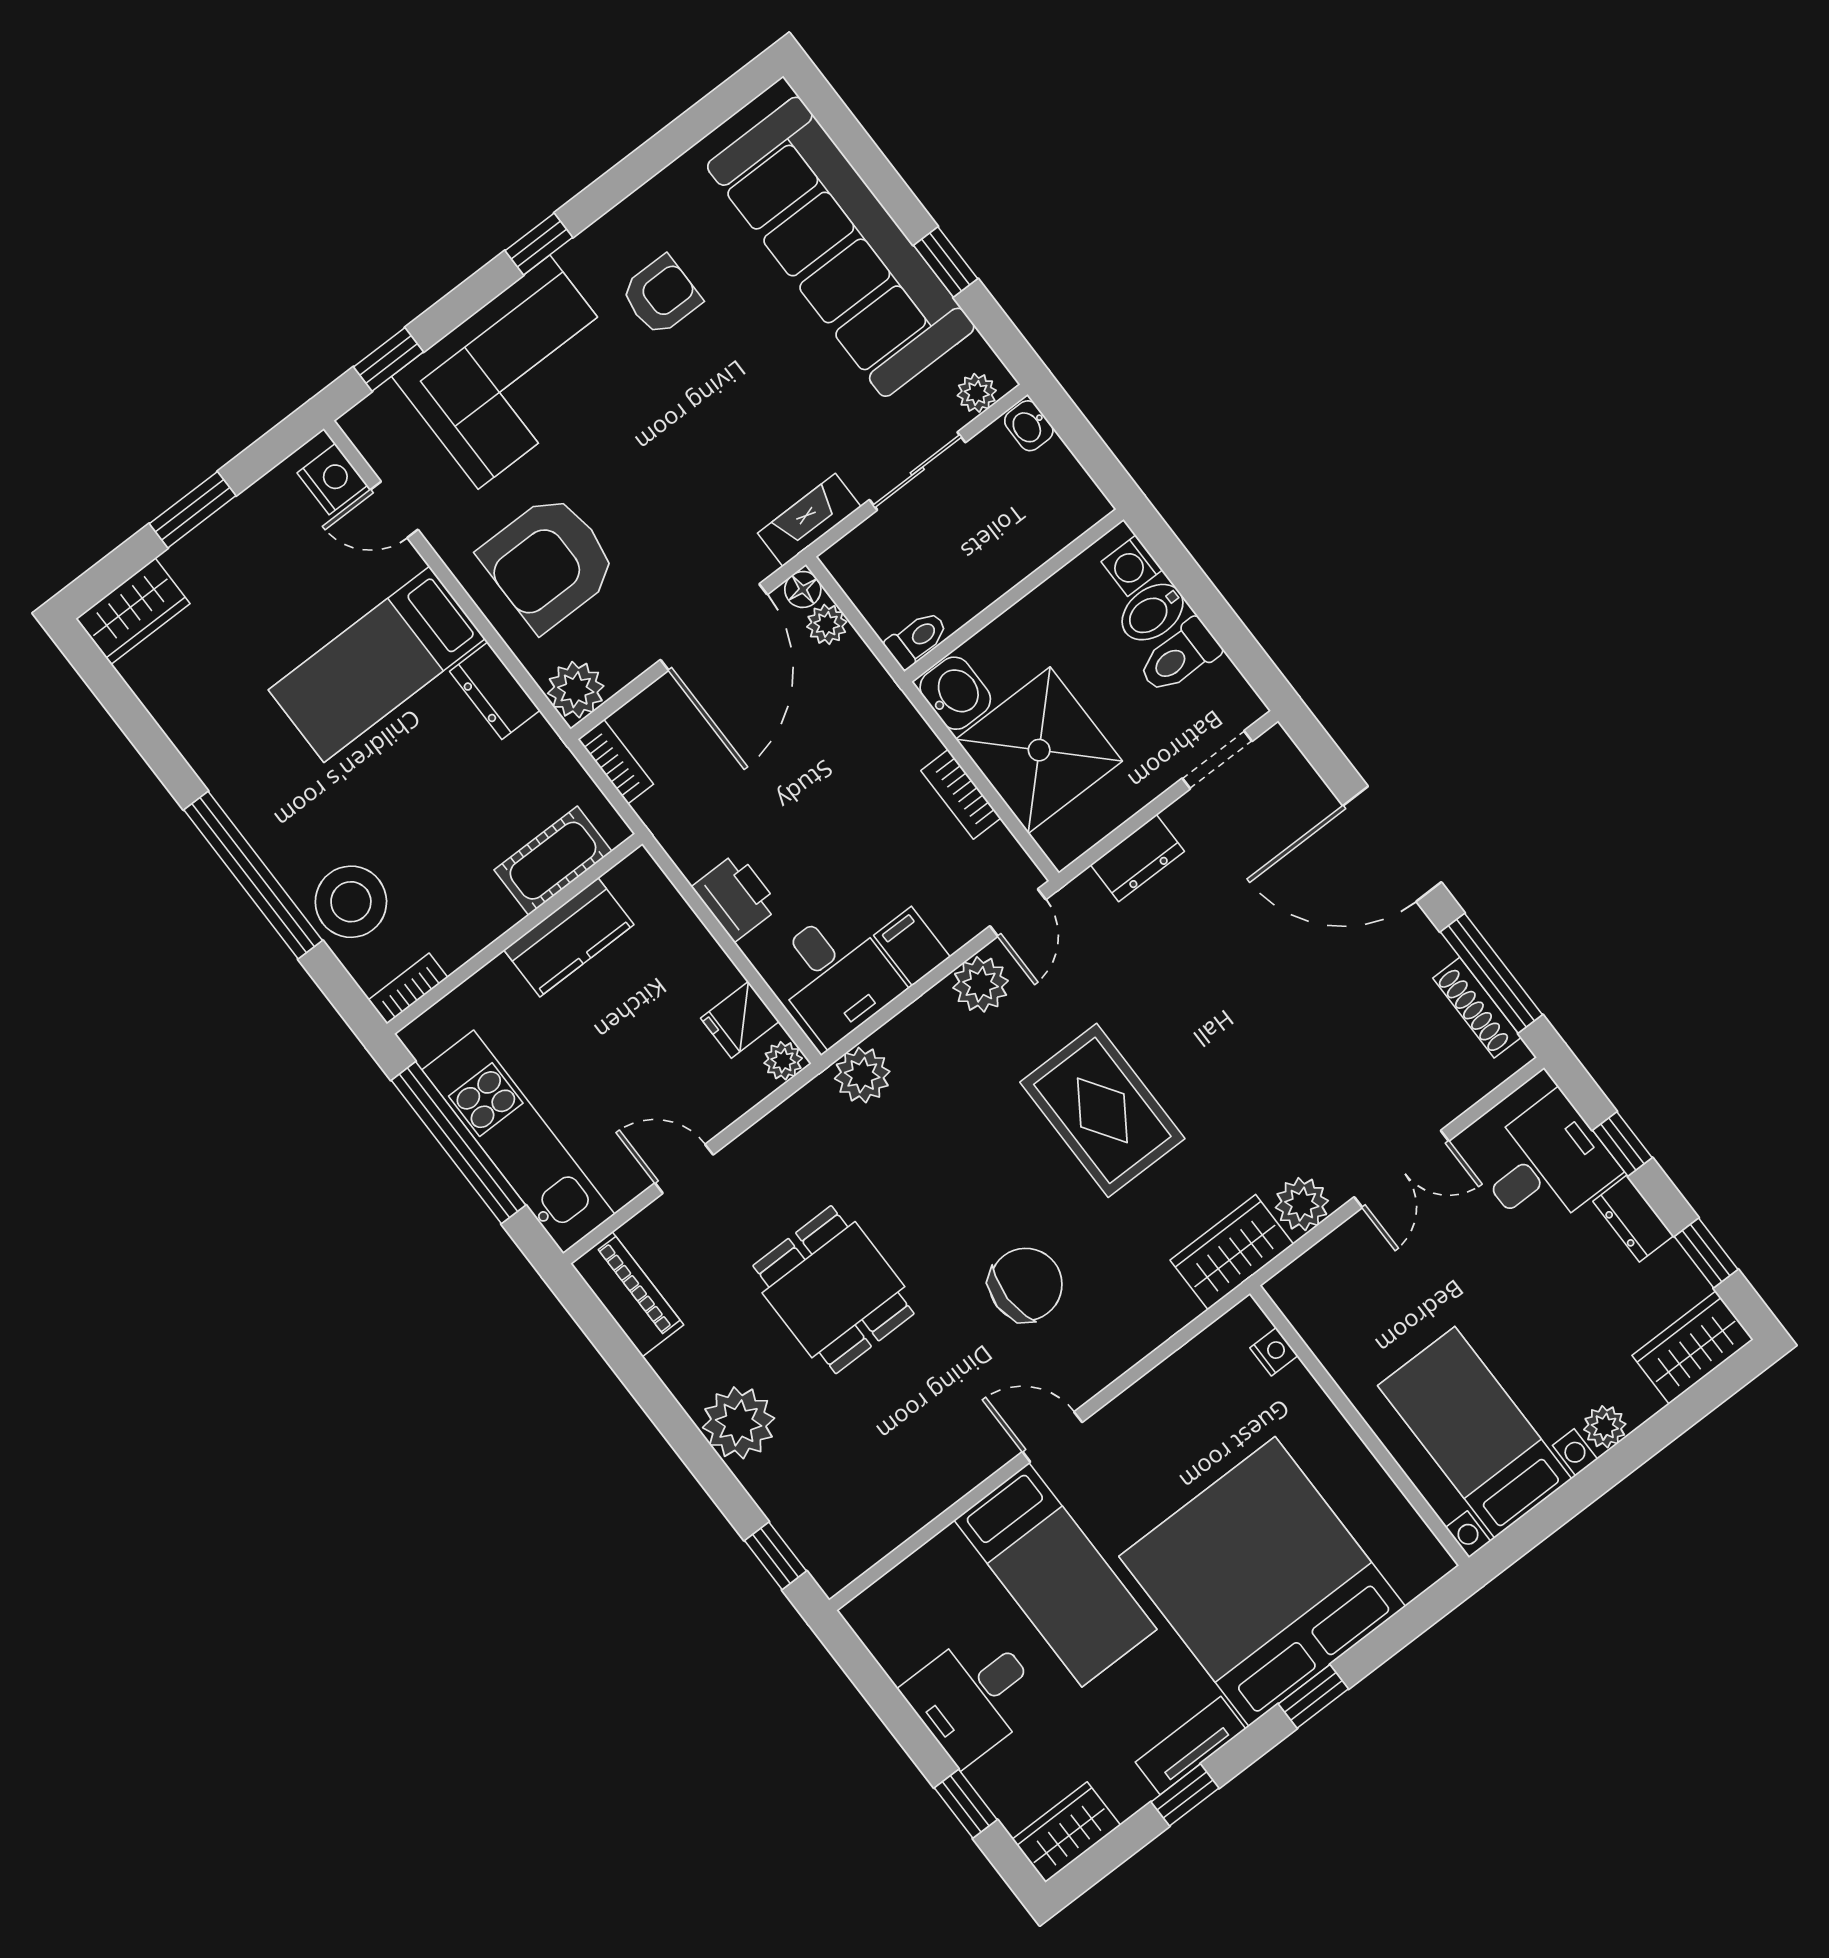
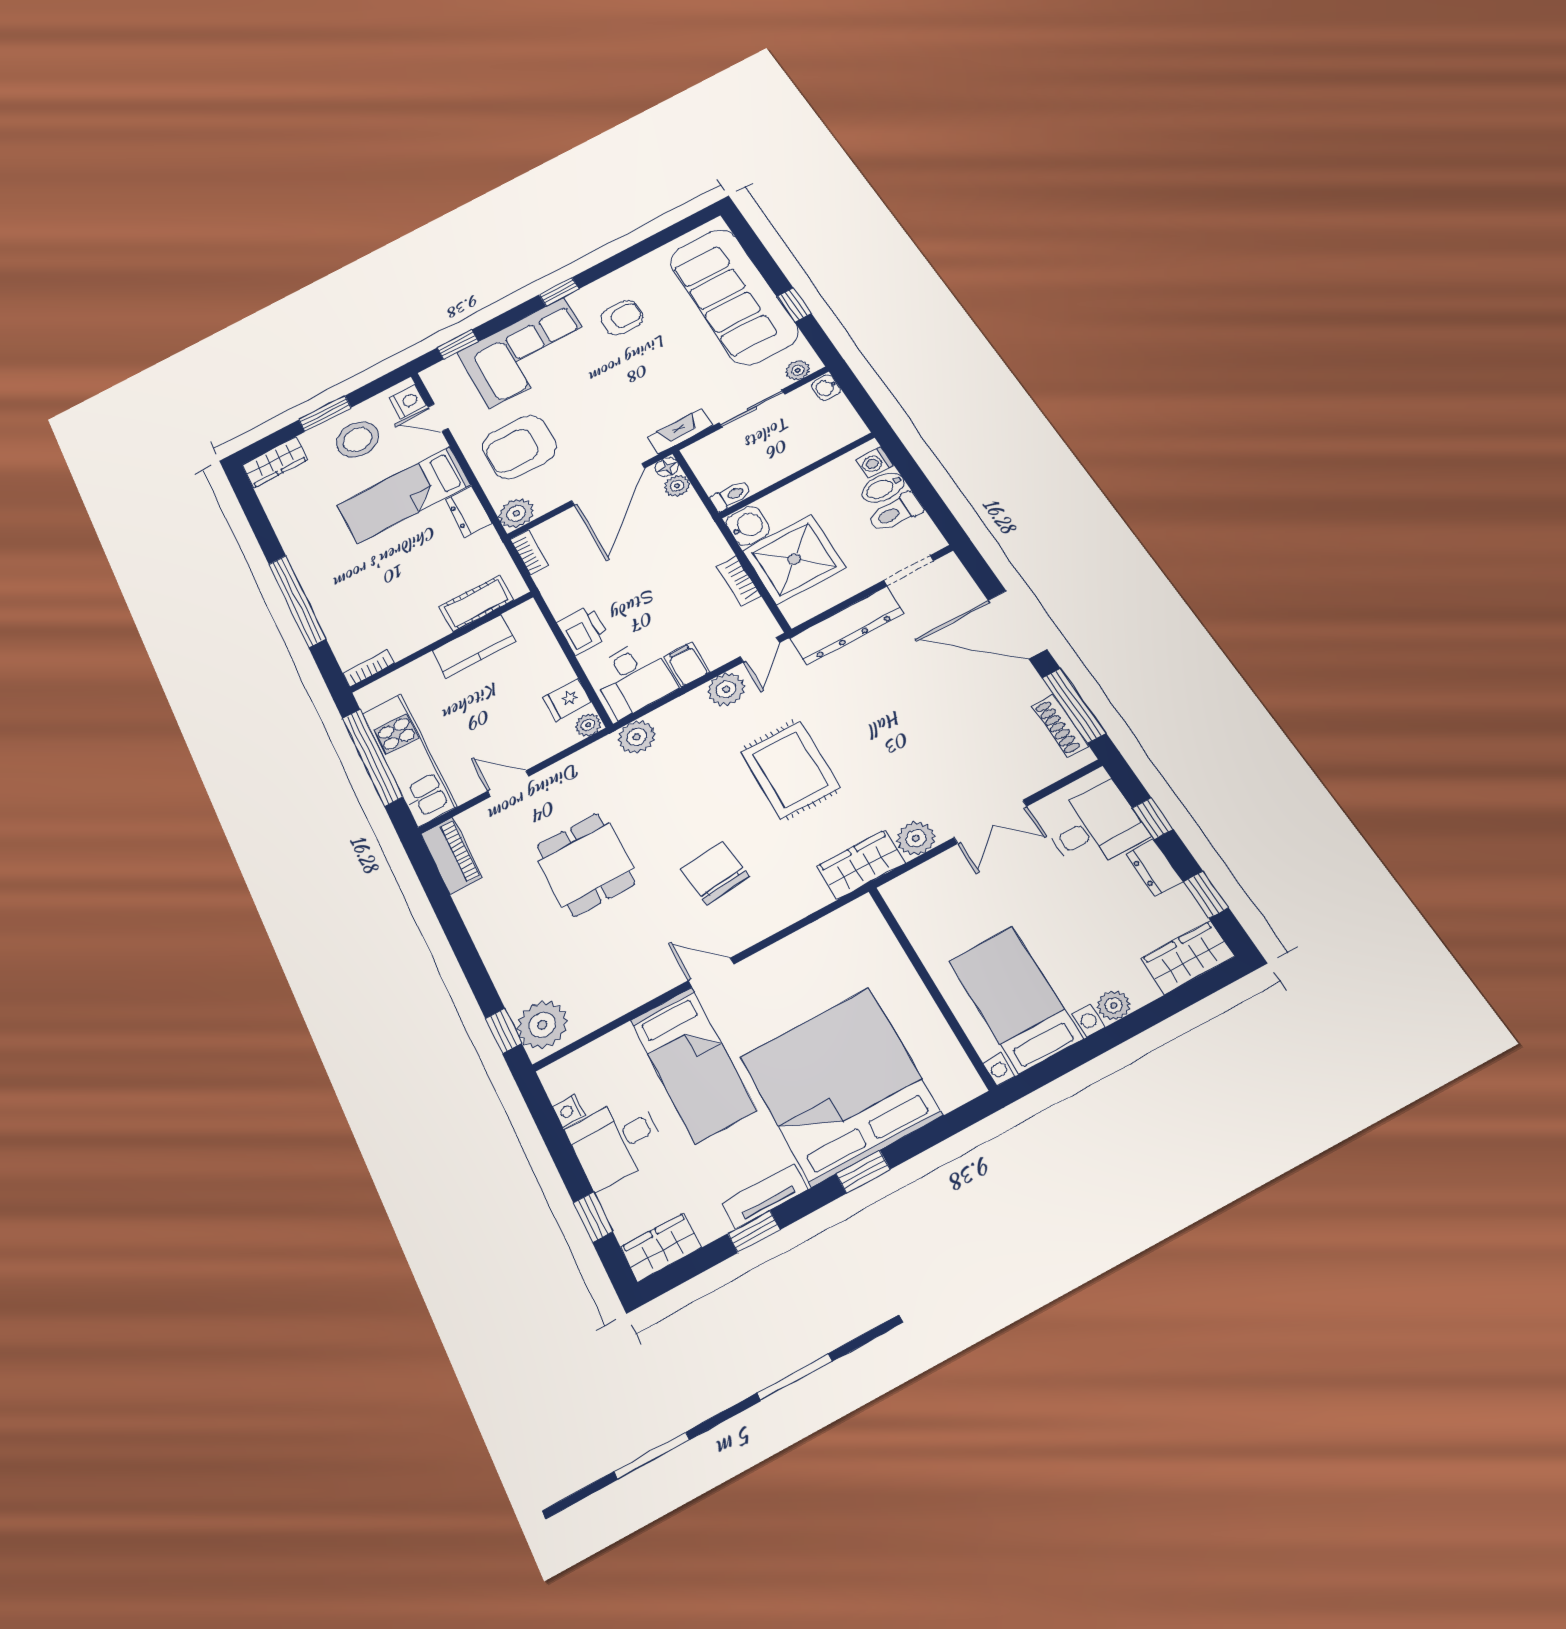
dresser: (1137, 858) -> (847, 626), width x1.96, depth x1.24
stool: (351, 902) -> (357, 440), moved
chair: (1026, 1284) -> (715, 873), turned -97
nightstand: (1274, 1352) -> (568, 1111), moved, turned 180
plant: (739, 1423) -> (542, 1025), moved

